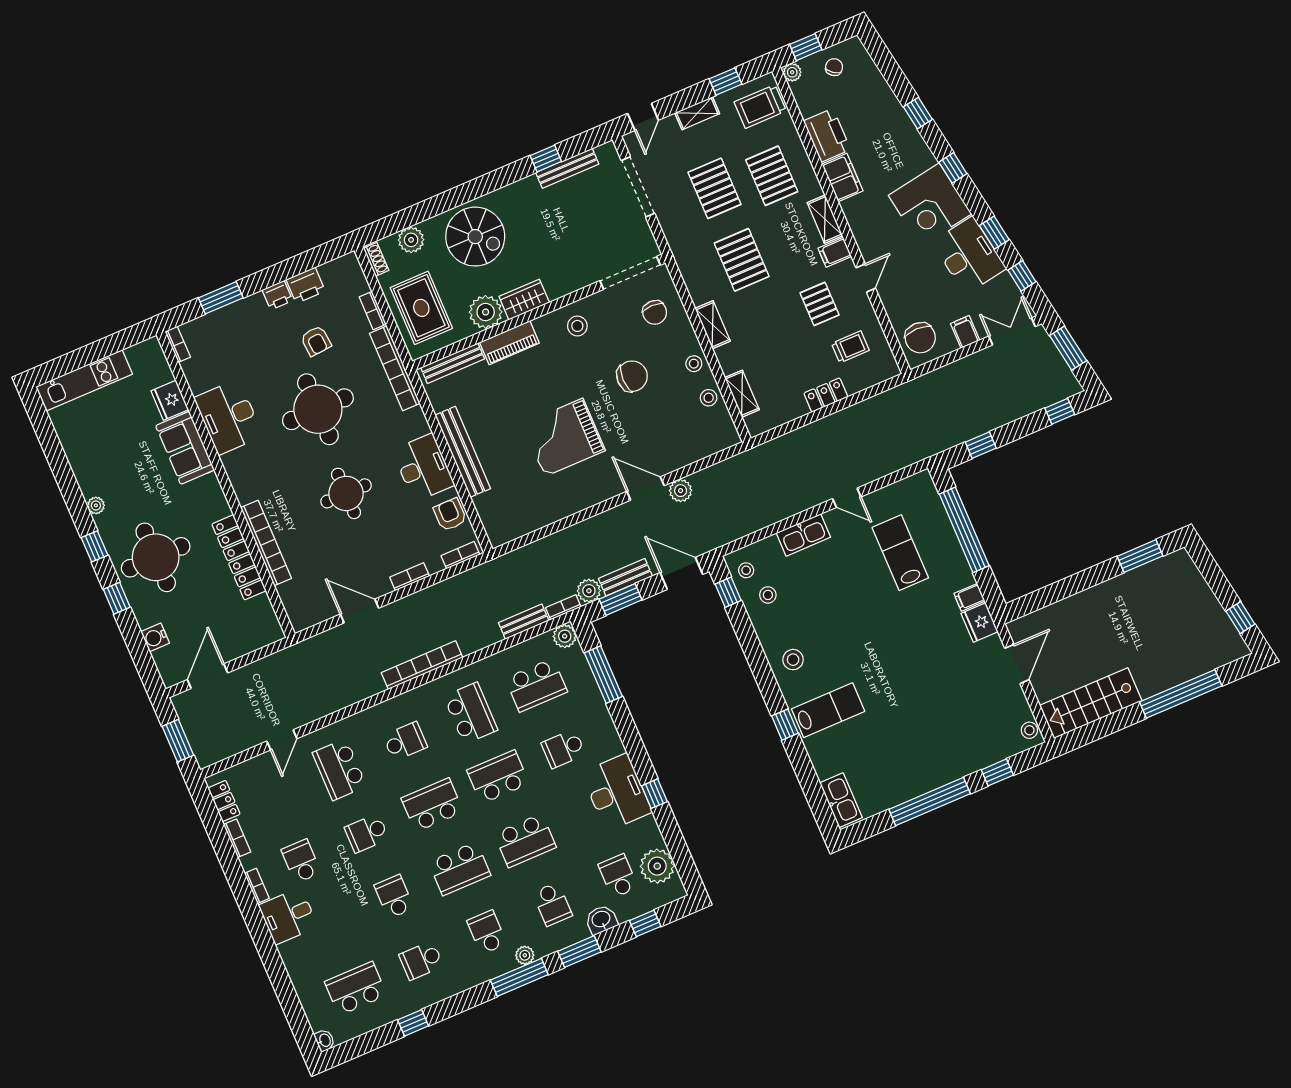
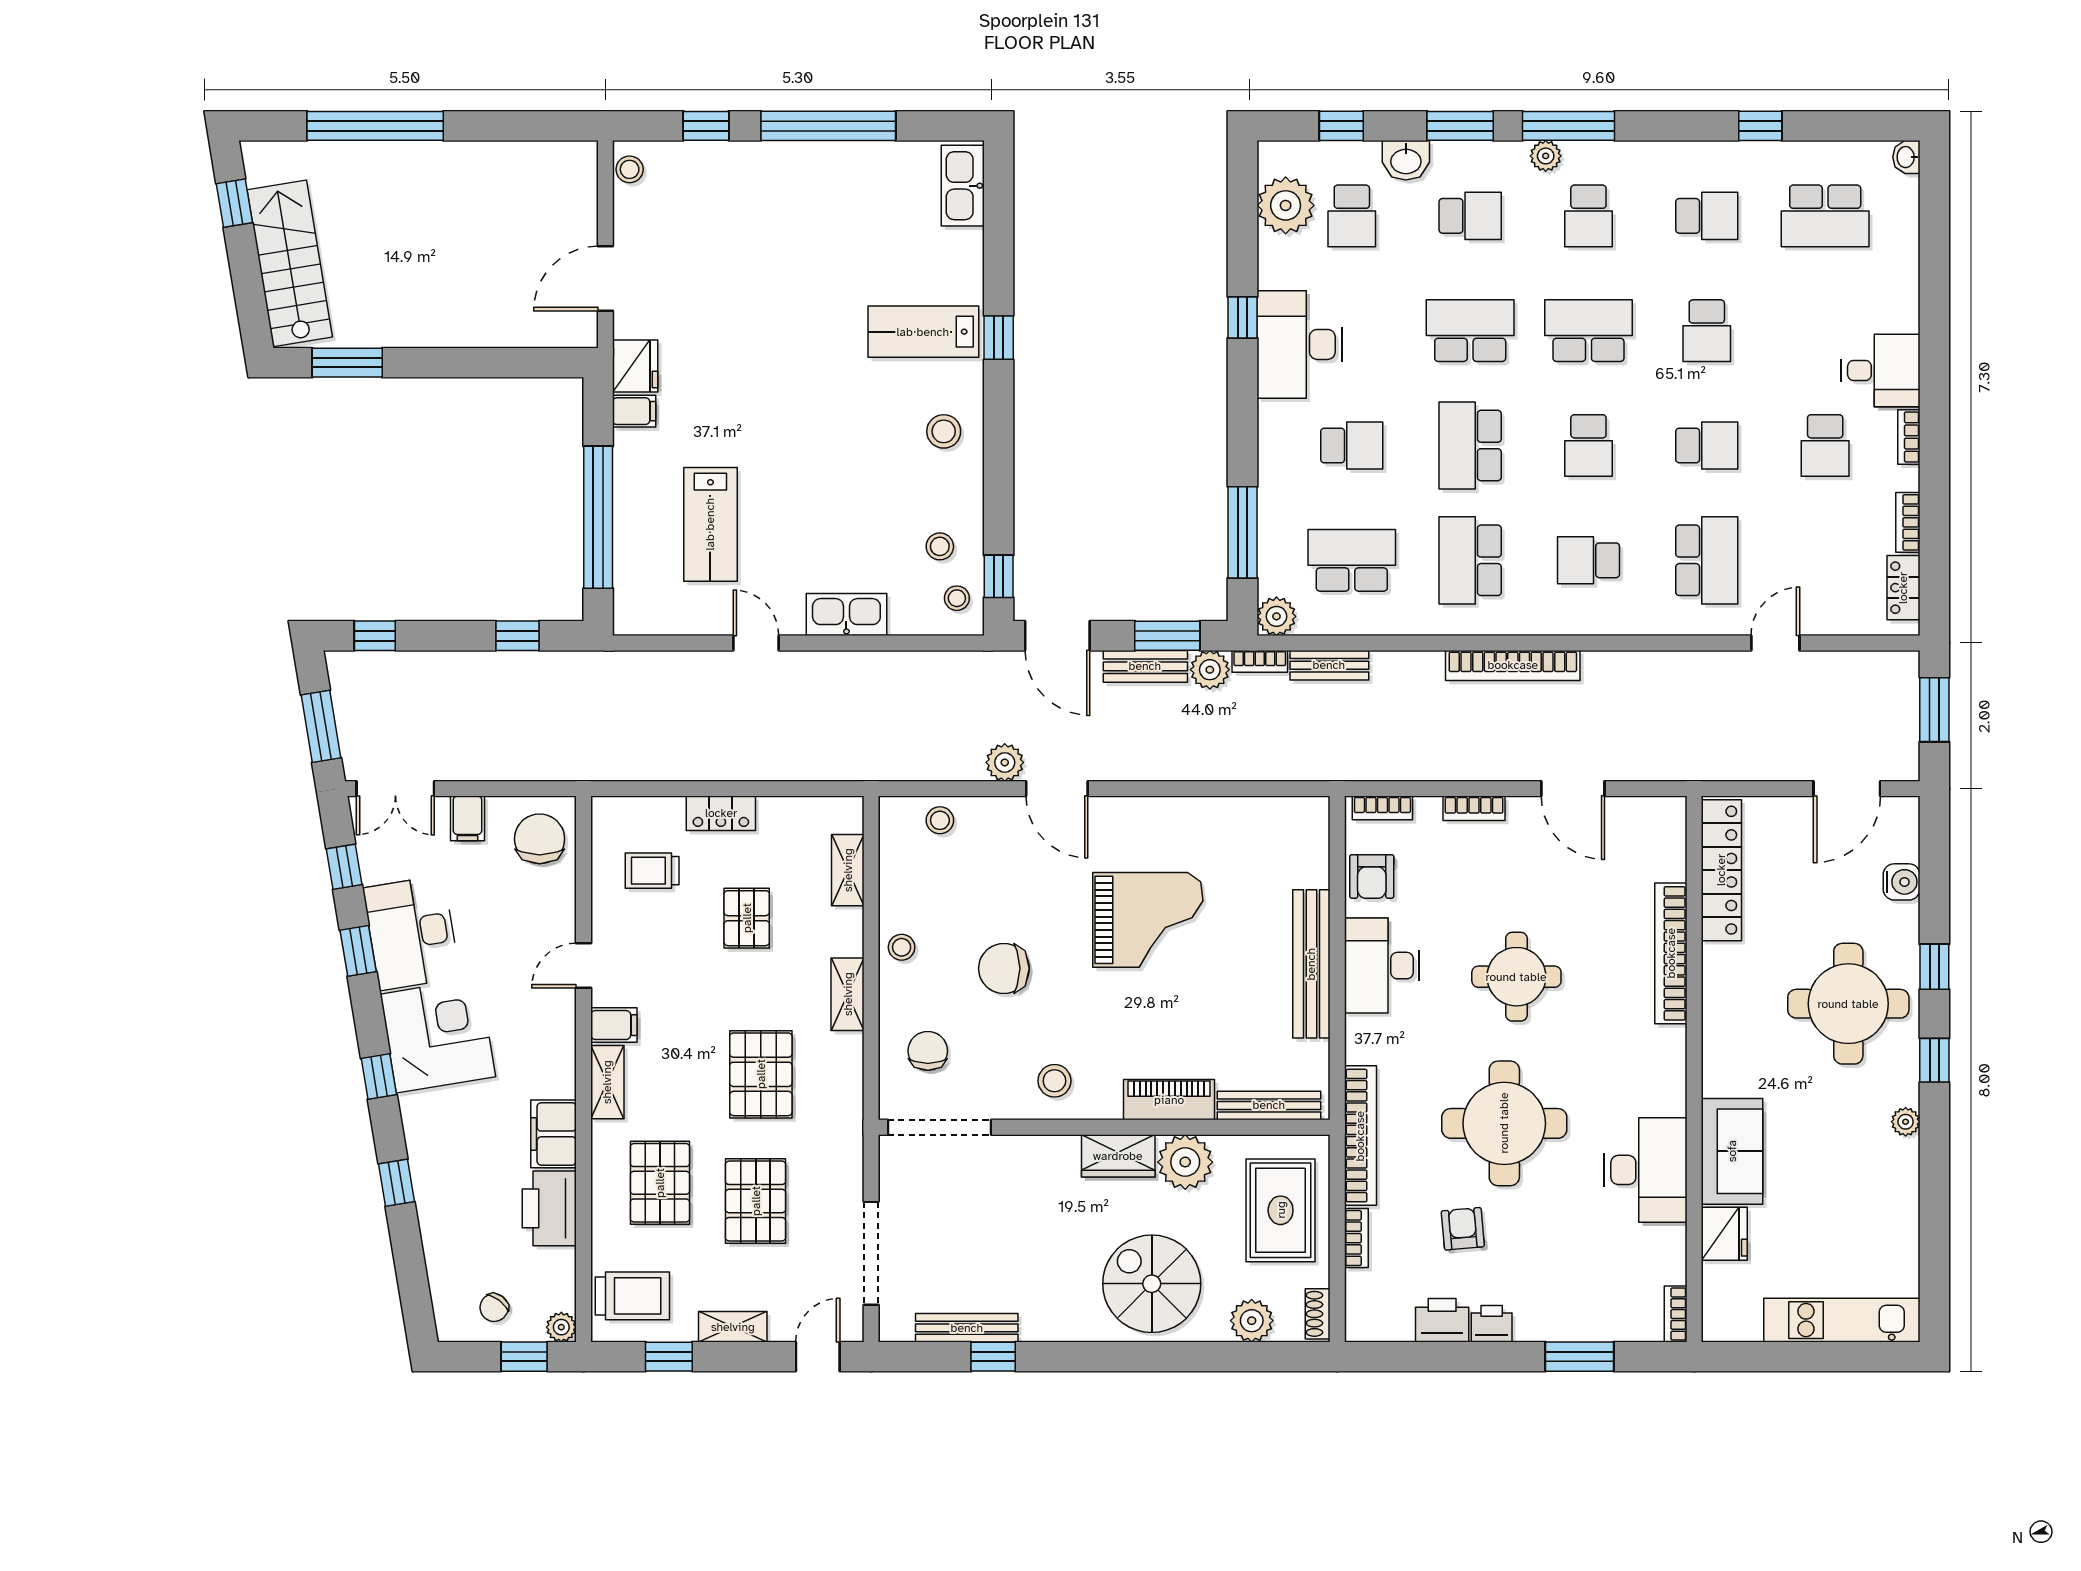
pallet: (820, 304) -> (747, 918), moved
stool: (709, 398) -> (940, 820), moved
locker: (239, 557) -> (1721, 870), moved
stairs: (1091, 703) -> (290, 263), moved, turned -99
school desk: (498, 777) -> (1470, 445), turned 90
school desk: (432, 805) -> (1588, 445), width x0.54
school desk: (552, 904) -> (1470, 216), turned 90

